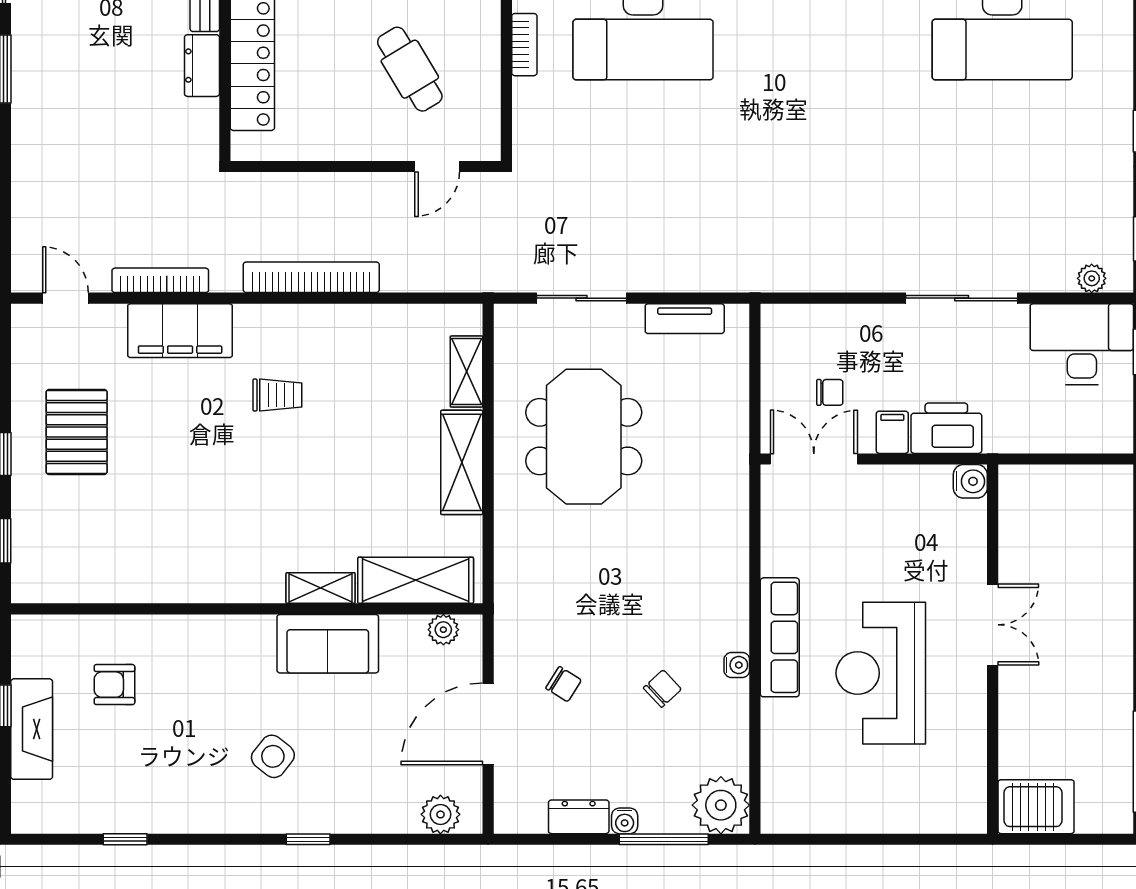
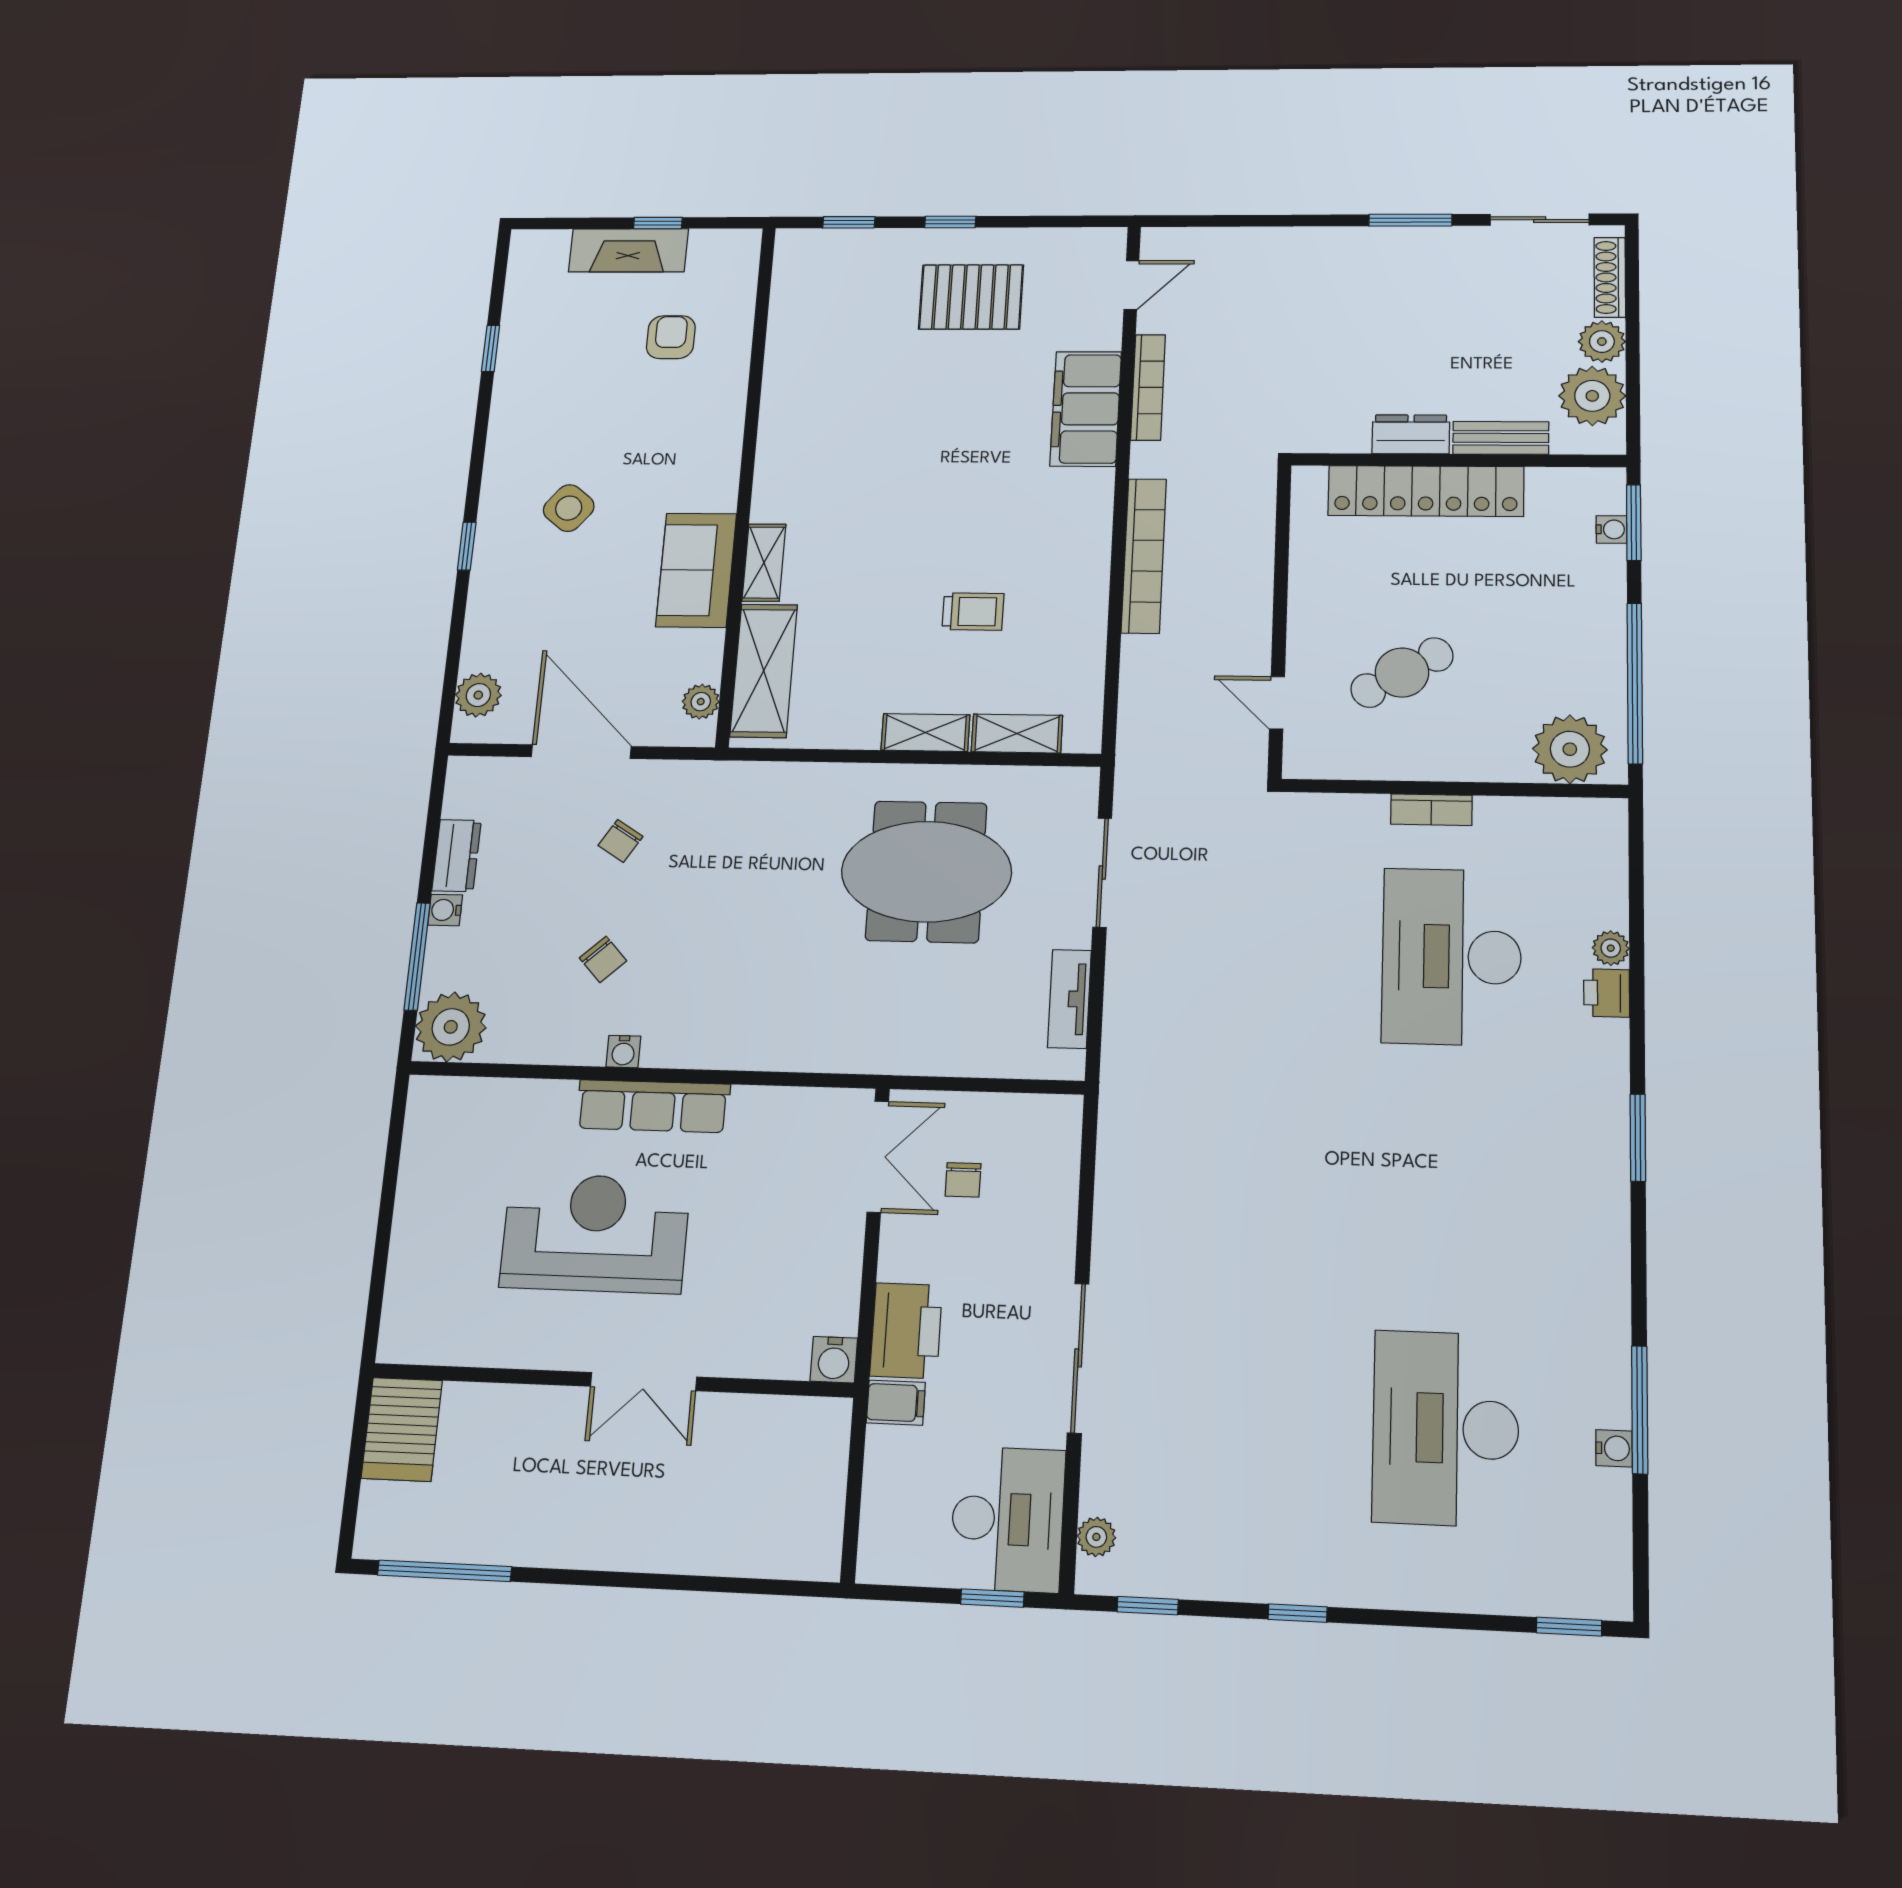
trolley: (277, 395) -> (973, 612), moved, turned -90
filing cabinet: (892, 432) -> (896, 1403), moved
shelving: (462, 462) -> (925, 733), width x0.67, depth x0.75

